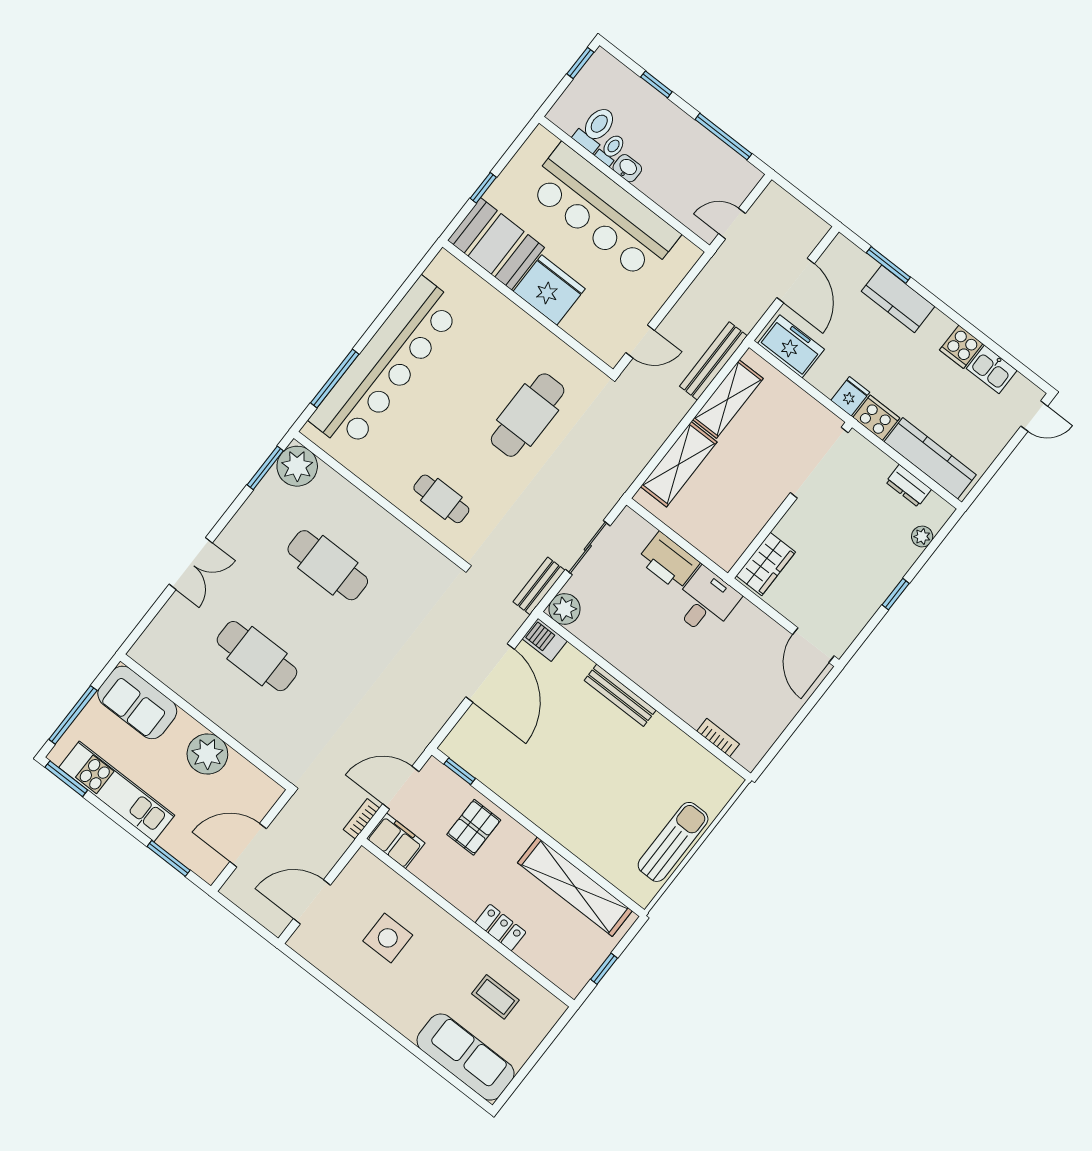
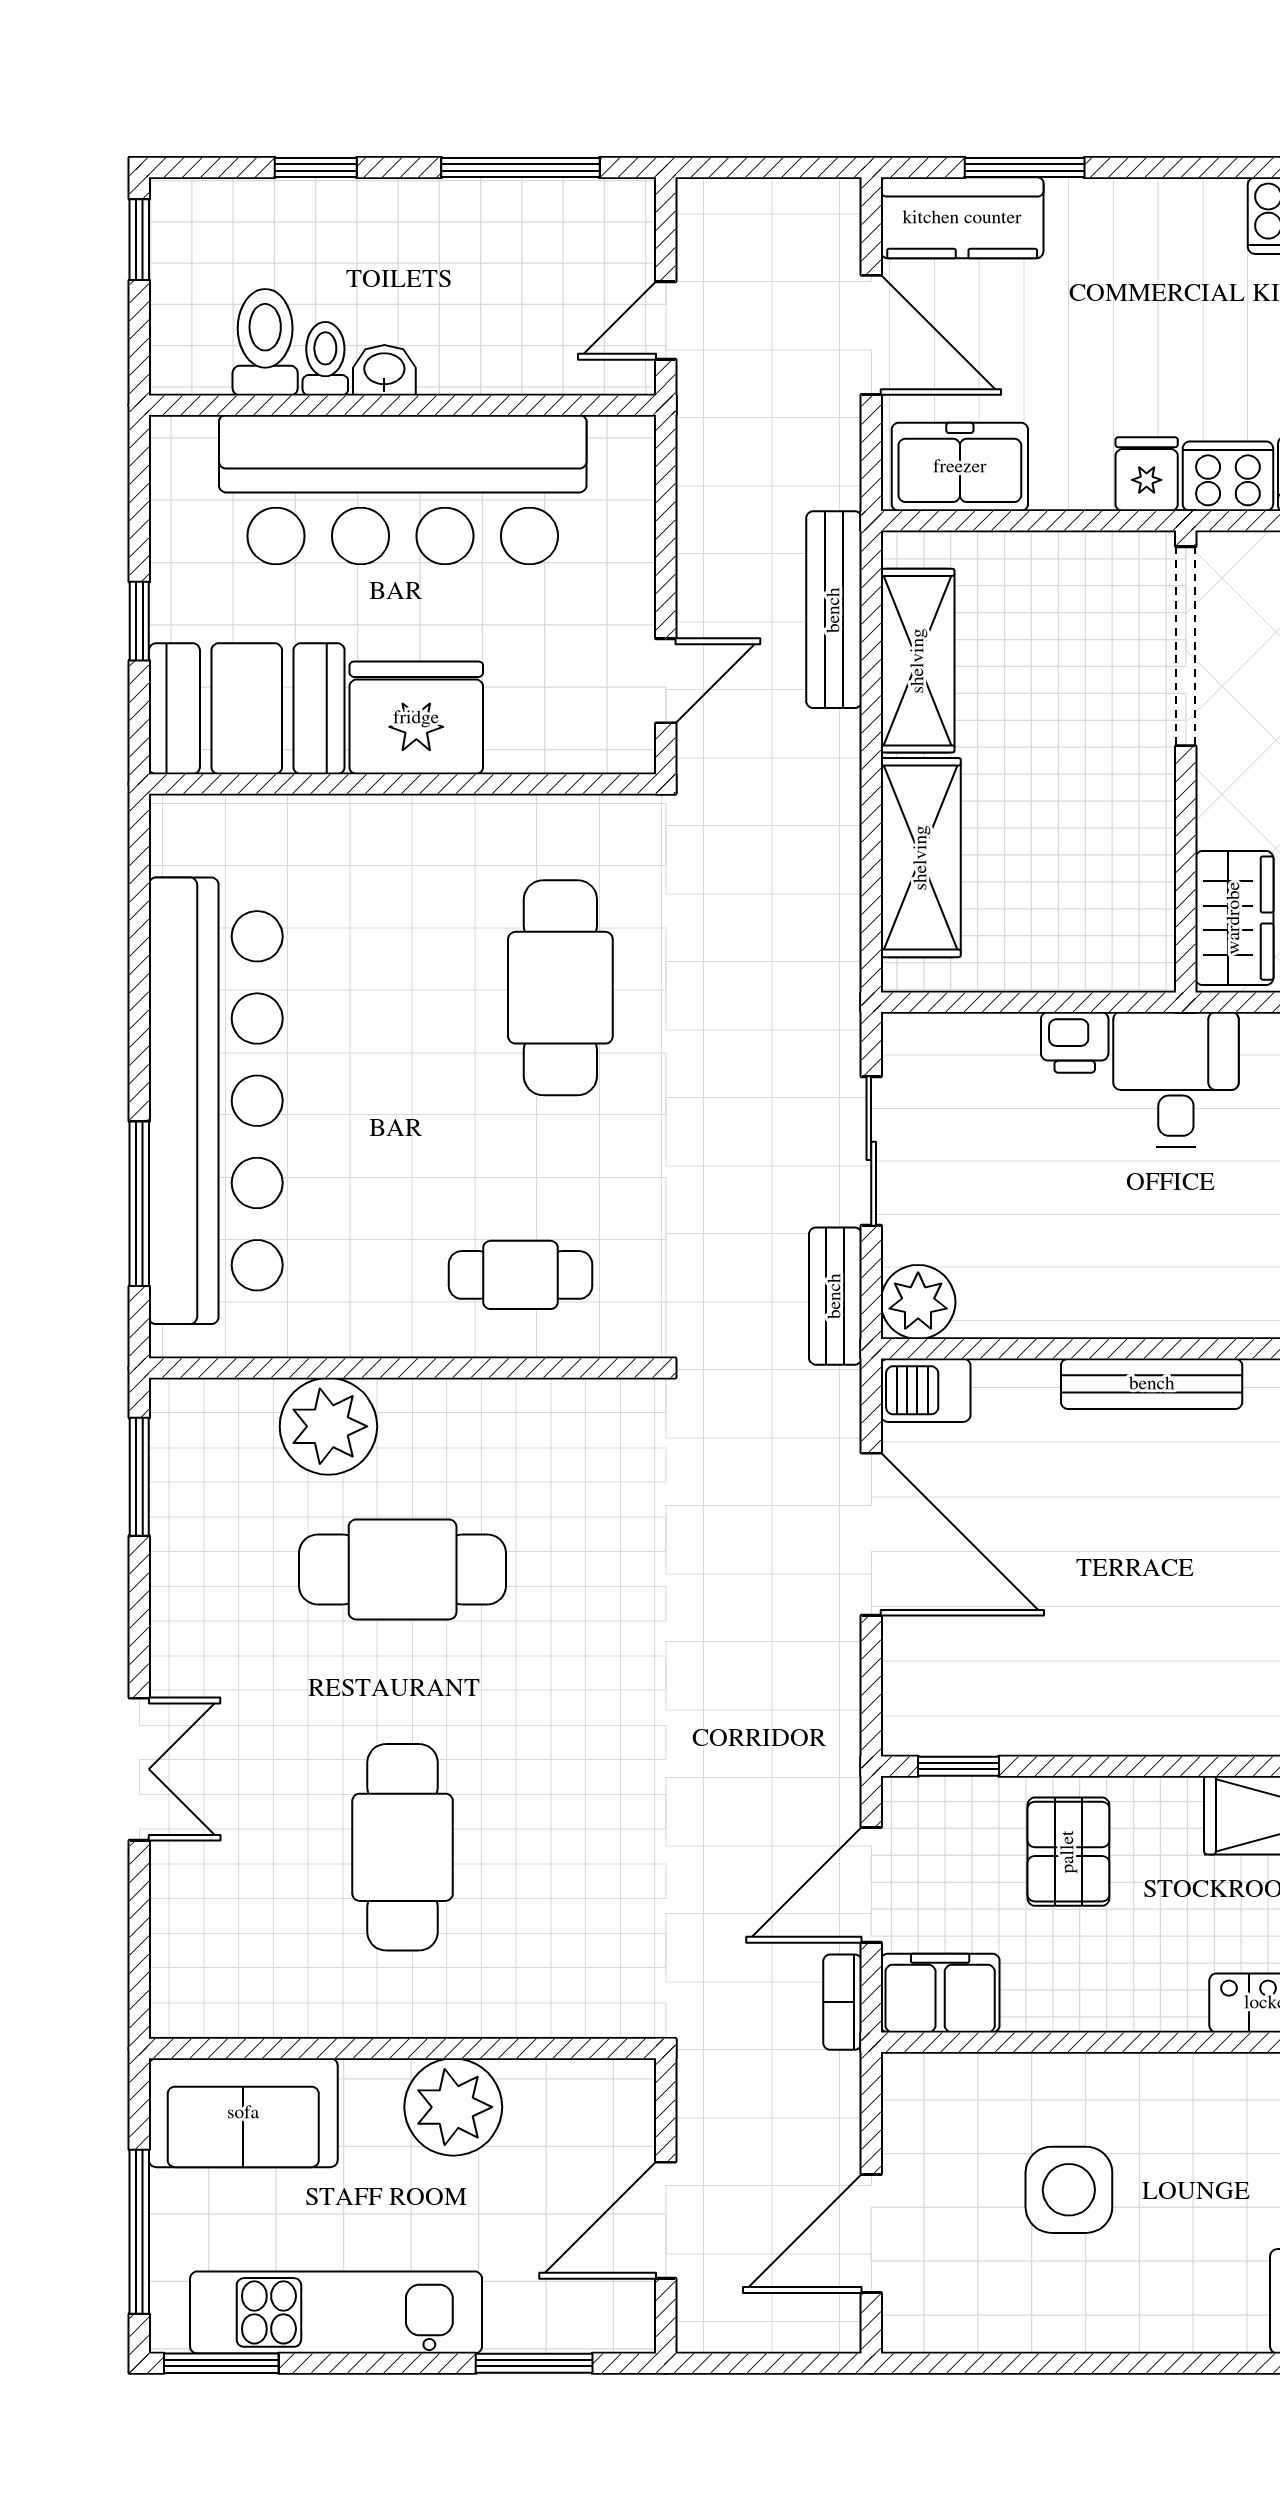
kitchen counter: (898, 299) -> (962, 218), moved
plant: (297, 466) -> (328, 1426), moved
printer: (669, 561) -> (1075, 1042), width x0.53, depth x0.68
cafe table: (257, 656) -> (403, 1847), turned 90

